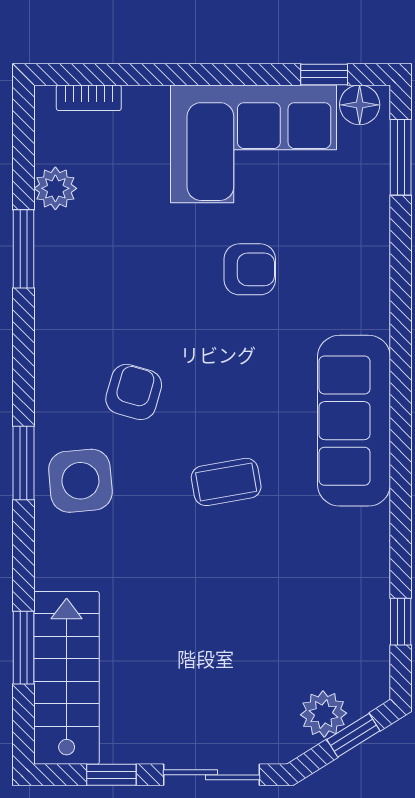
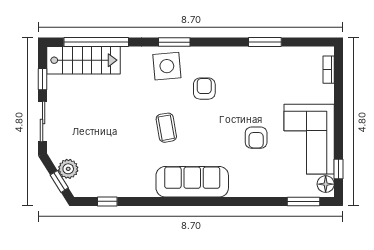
plant: (55, 188) -> (290, 55), removed
armchair: (134, 392) -> (204, 89), turned -106
window: (24, 648) -> (96, 42), width x2.11

